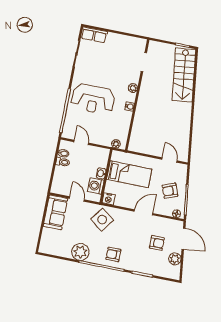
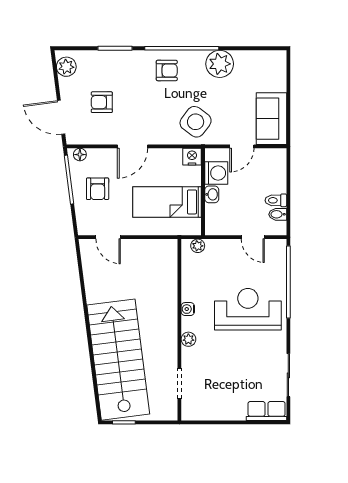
stairs: (184, 75) -> (118, 360), width x1.36, depth x1.51
armchair: (170, 191) -> (98, 189), turned 111
door: (77, 199) -> (242, 146), hinge flipped
plant: (175, 259) -> (66, 67), moved

